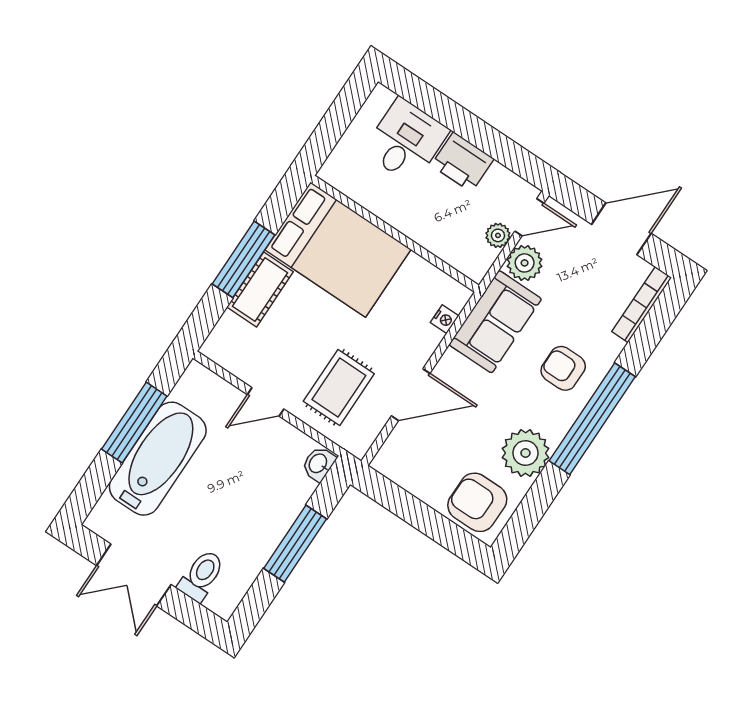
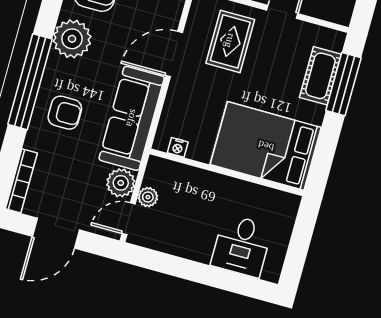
printer: (462, 162) -> (193, 244), removed
window: (243, 259) -> (343, 84), moved
cot: (260, 289) -> (320, 76), moved
nightstand: (445, 319) -> (178, 147), moved, turned -90
sofa: (495, 322) -> (132, 118), width x1.36

